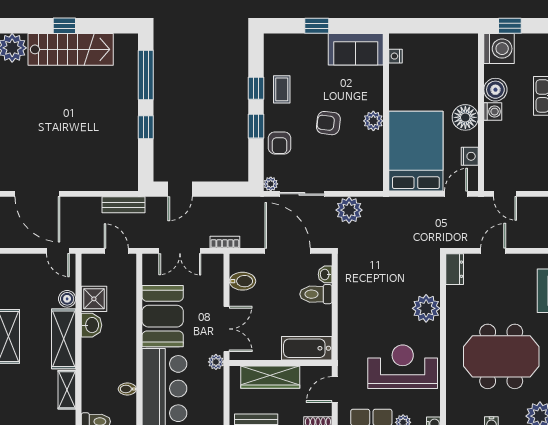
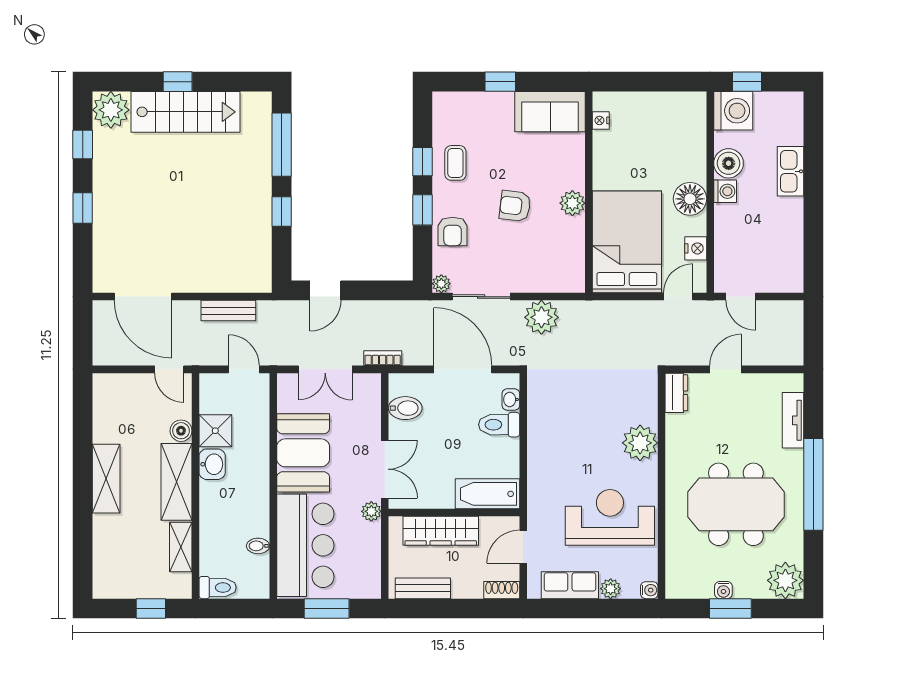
bench: (123, 205) -> (228, 311), moved

